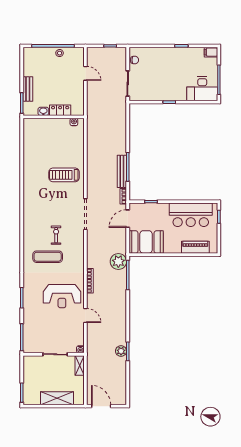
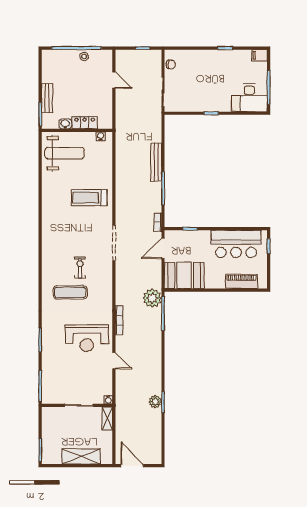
weight bench: (43, 137) -> (65, 153), added
bench: (122, 171) -> (156, 162), moved

